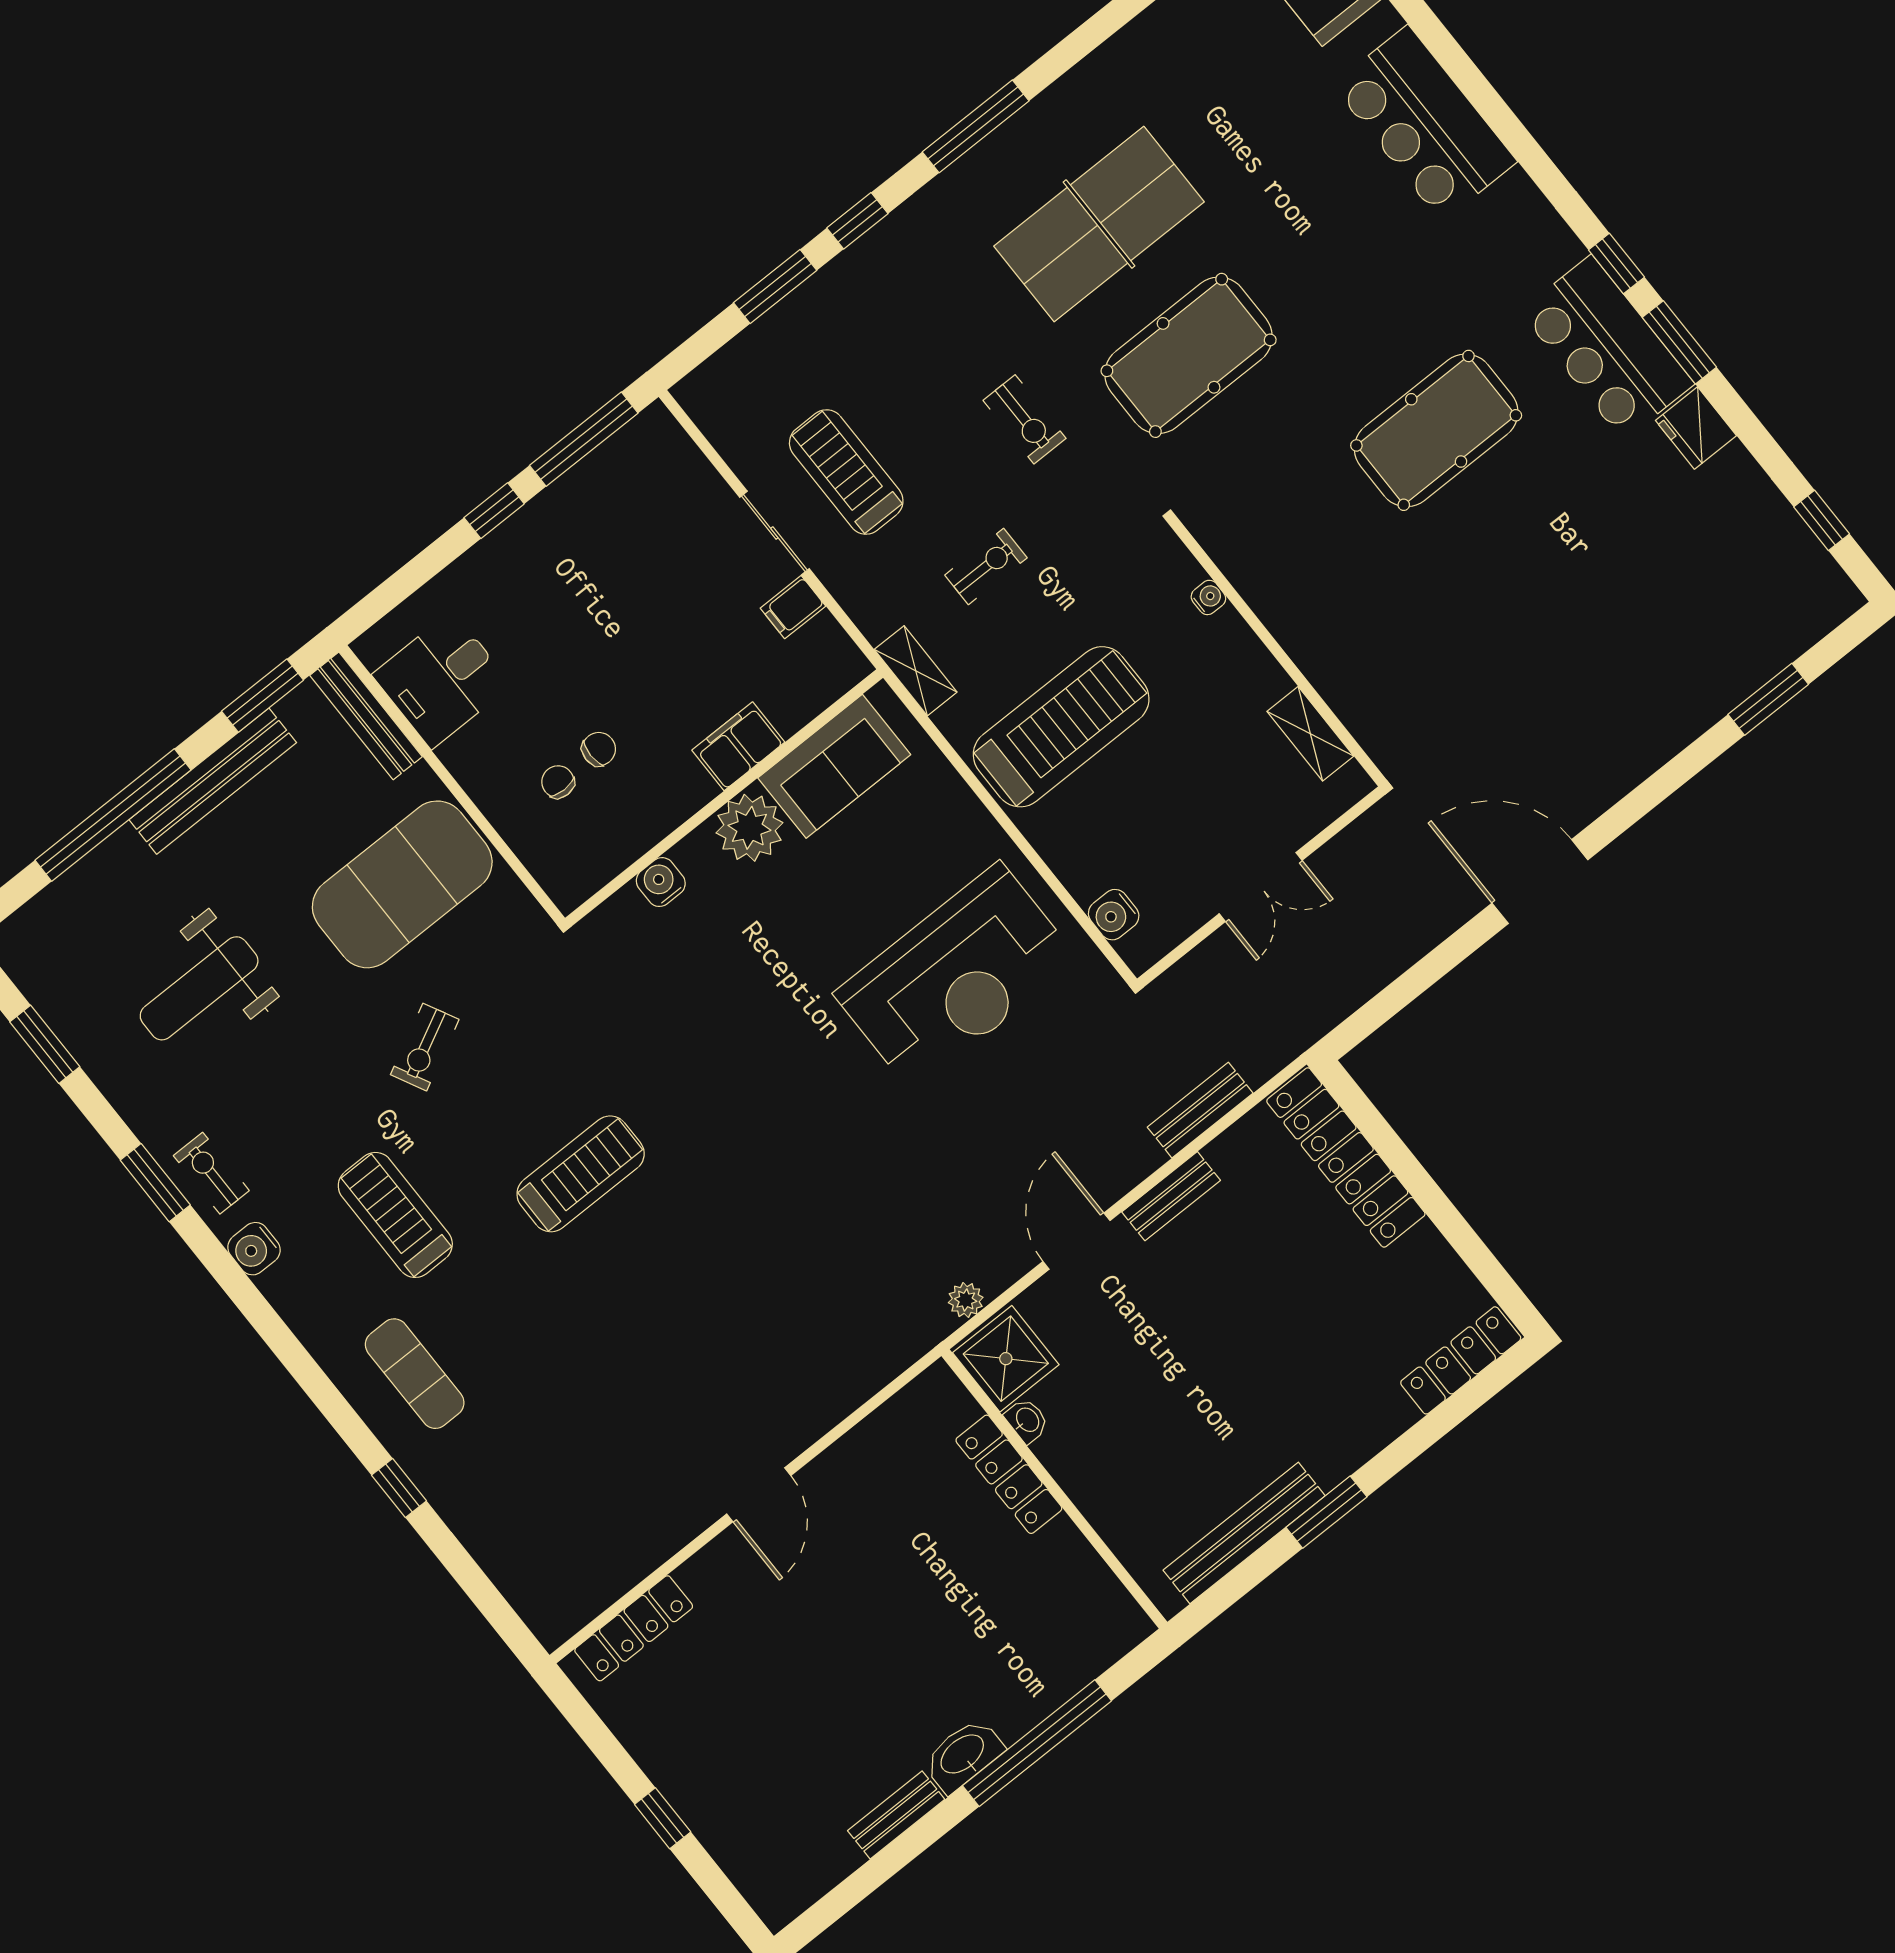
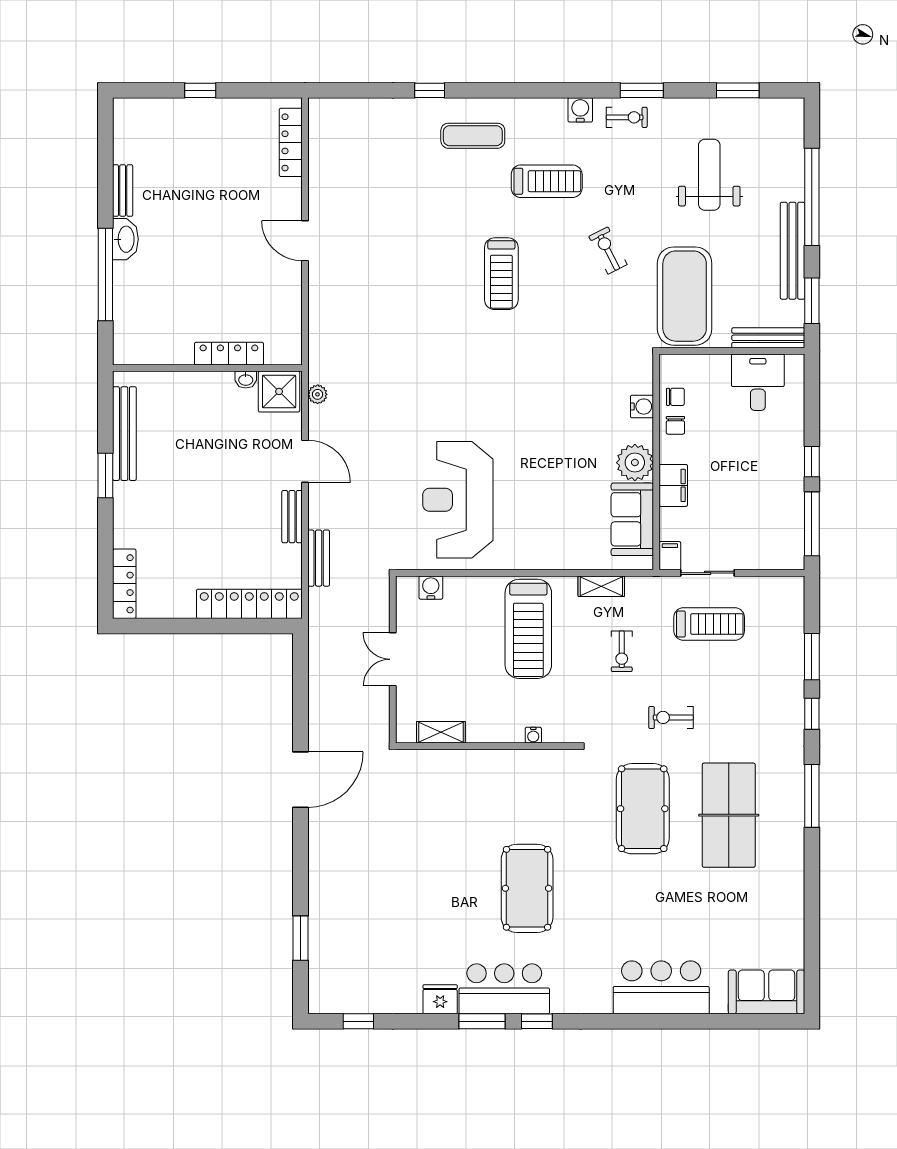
filing cabinet: (738, 746) -> (673, 485), moved
sofa: (834, 766) -> (632, 519), moved
wall: (724, 798) -> (656, 462), moved
plant: (749, 828) -> (635, 463), moved
water cooler: (661, 882) -> (642, 407), moved

